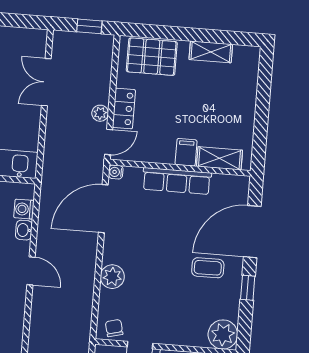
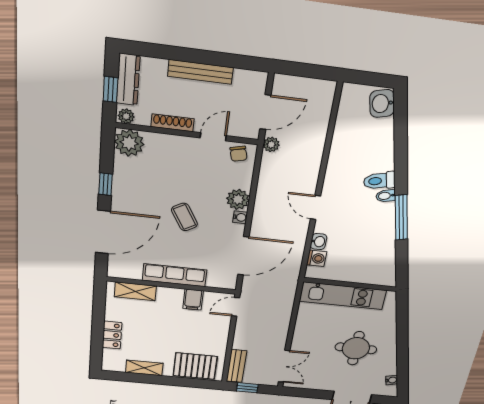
bench: (104, 59) -> (237, 366), added
double door: (46, 82) -> (284, 366), moved
locker: (124, 108) -> (112, 335), moved, turned 180
plant: (100, 113) -> (271, 144), moved
filing cabinet: (186, 152) -> (193, 300), moved
water cooler: (116, 172) -> (240, 217), moved
coffee table: (208, 268) -> (184, 217), moved, turned 60

